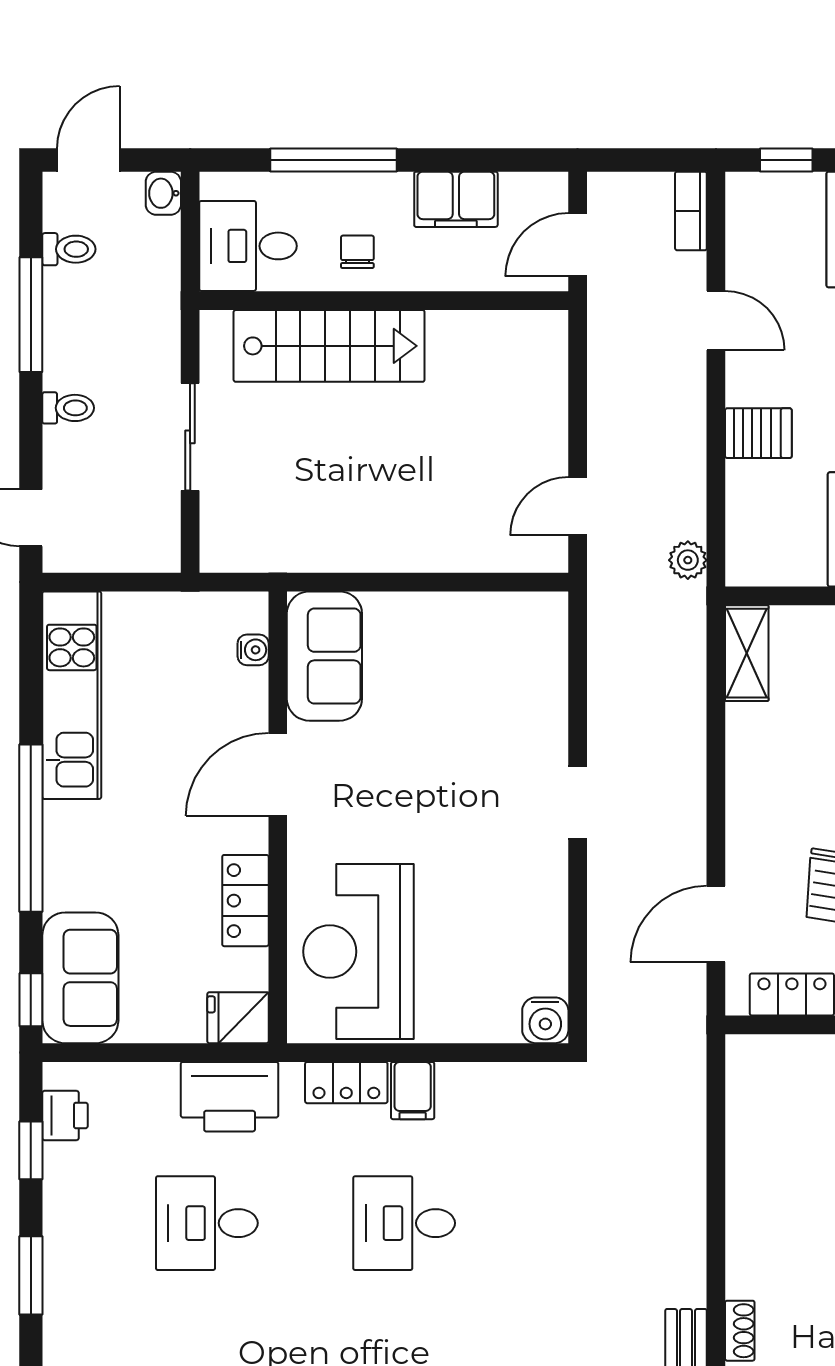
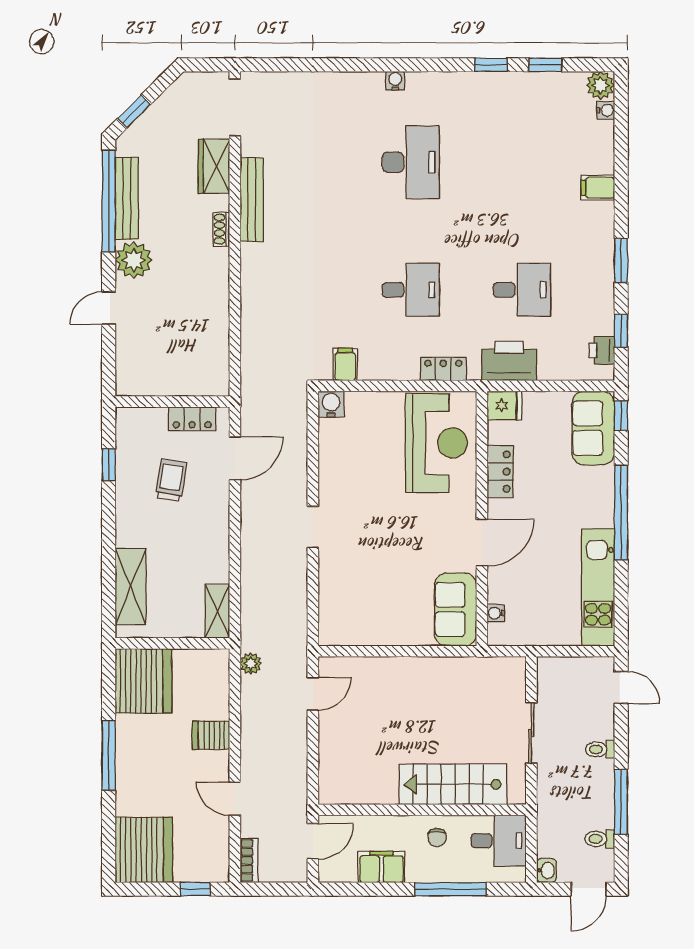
filing cabinet: (413, 1091) -> (345, 365), moved

